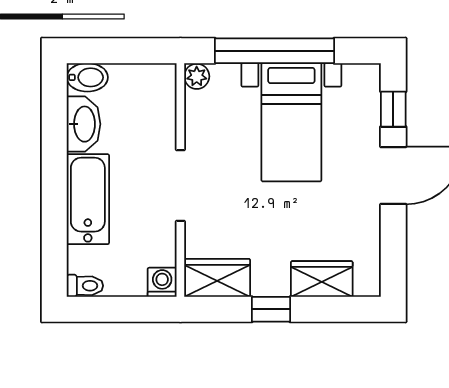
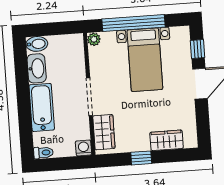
wardrobe: (217, 278) -> (104, 132), moved, turned 90

